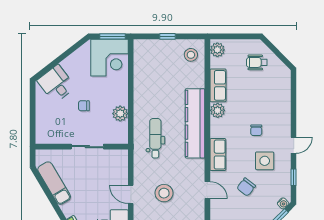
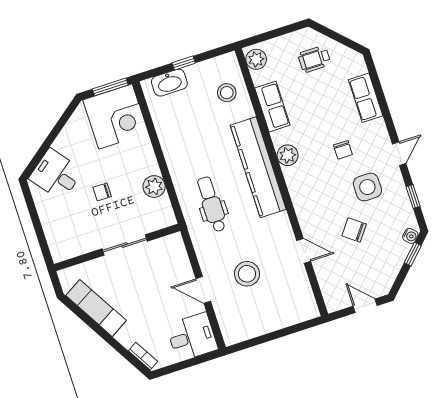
washbasin: (153, 46) -> (169, 83), added
stool: (191, 55) -> (227, 93), moved
plant: (218, 110) -> (288, 155), moved
row of seats: (218, 155) -> (366, 98), moved, turned 180
chair: (246, 187) -> (354, 230), turned 89

